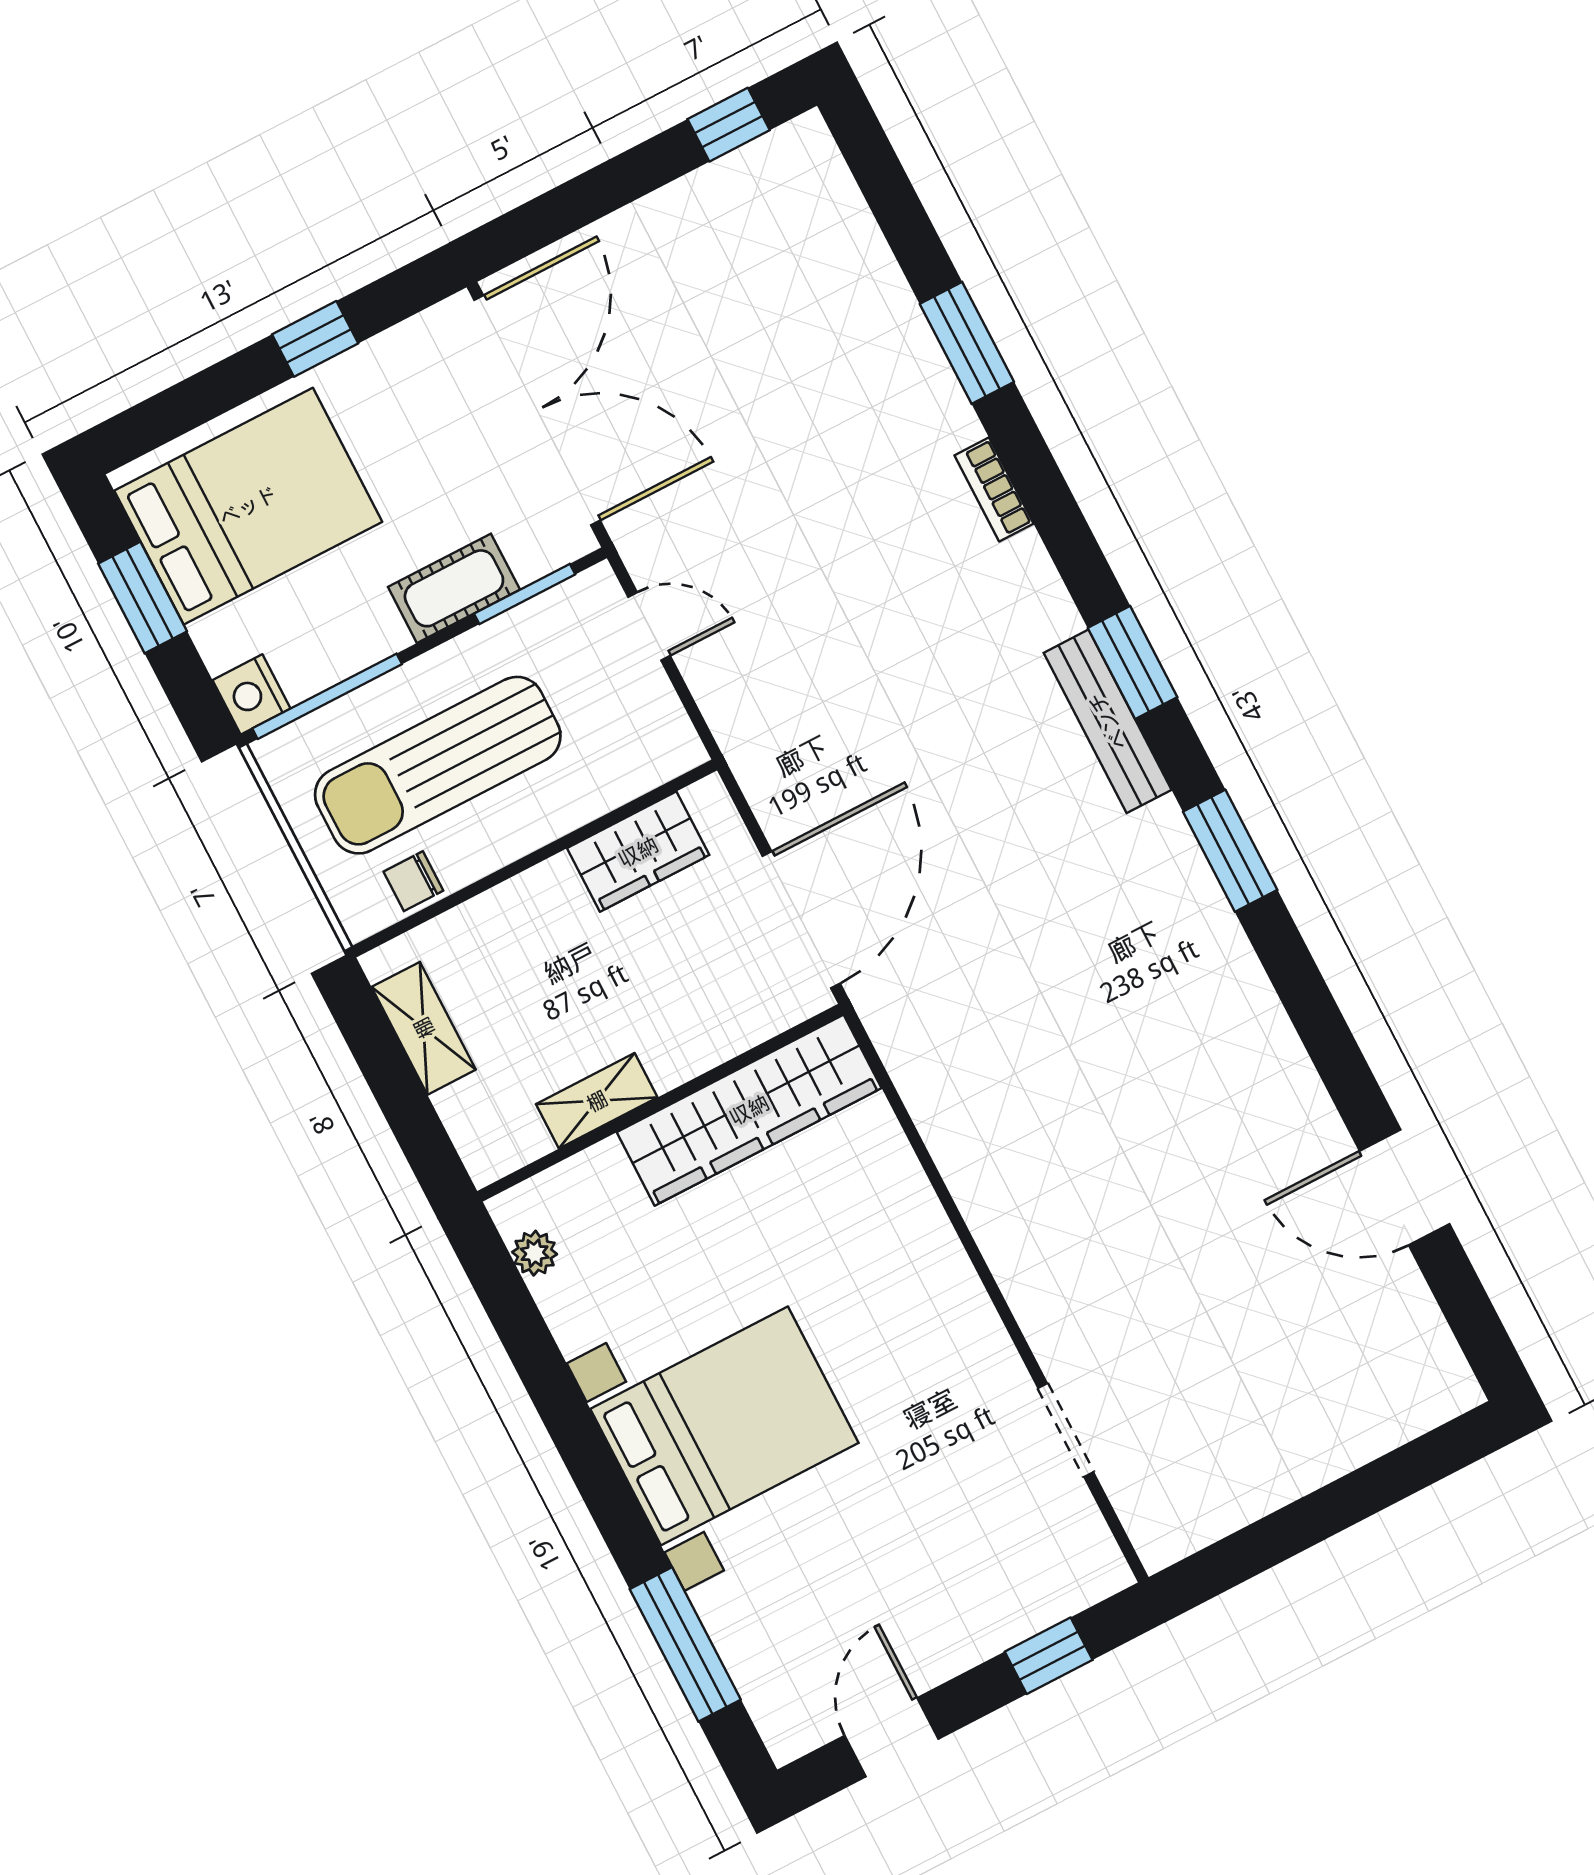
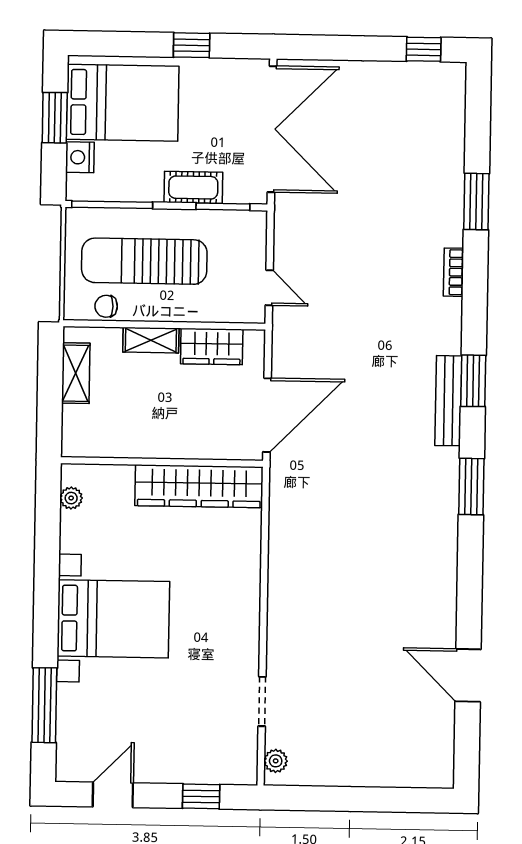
door: (649, 626) -> (269, 288), moved
nightstand: (251, 694) -> (80, 157), moved
shelving: (597, 1101) -> (151, 340), moved
plant: (1147, 1522) -> (276, 761), added

